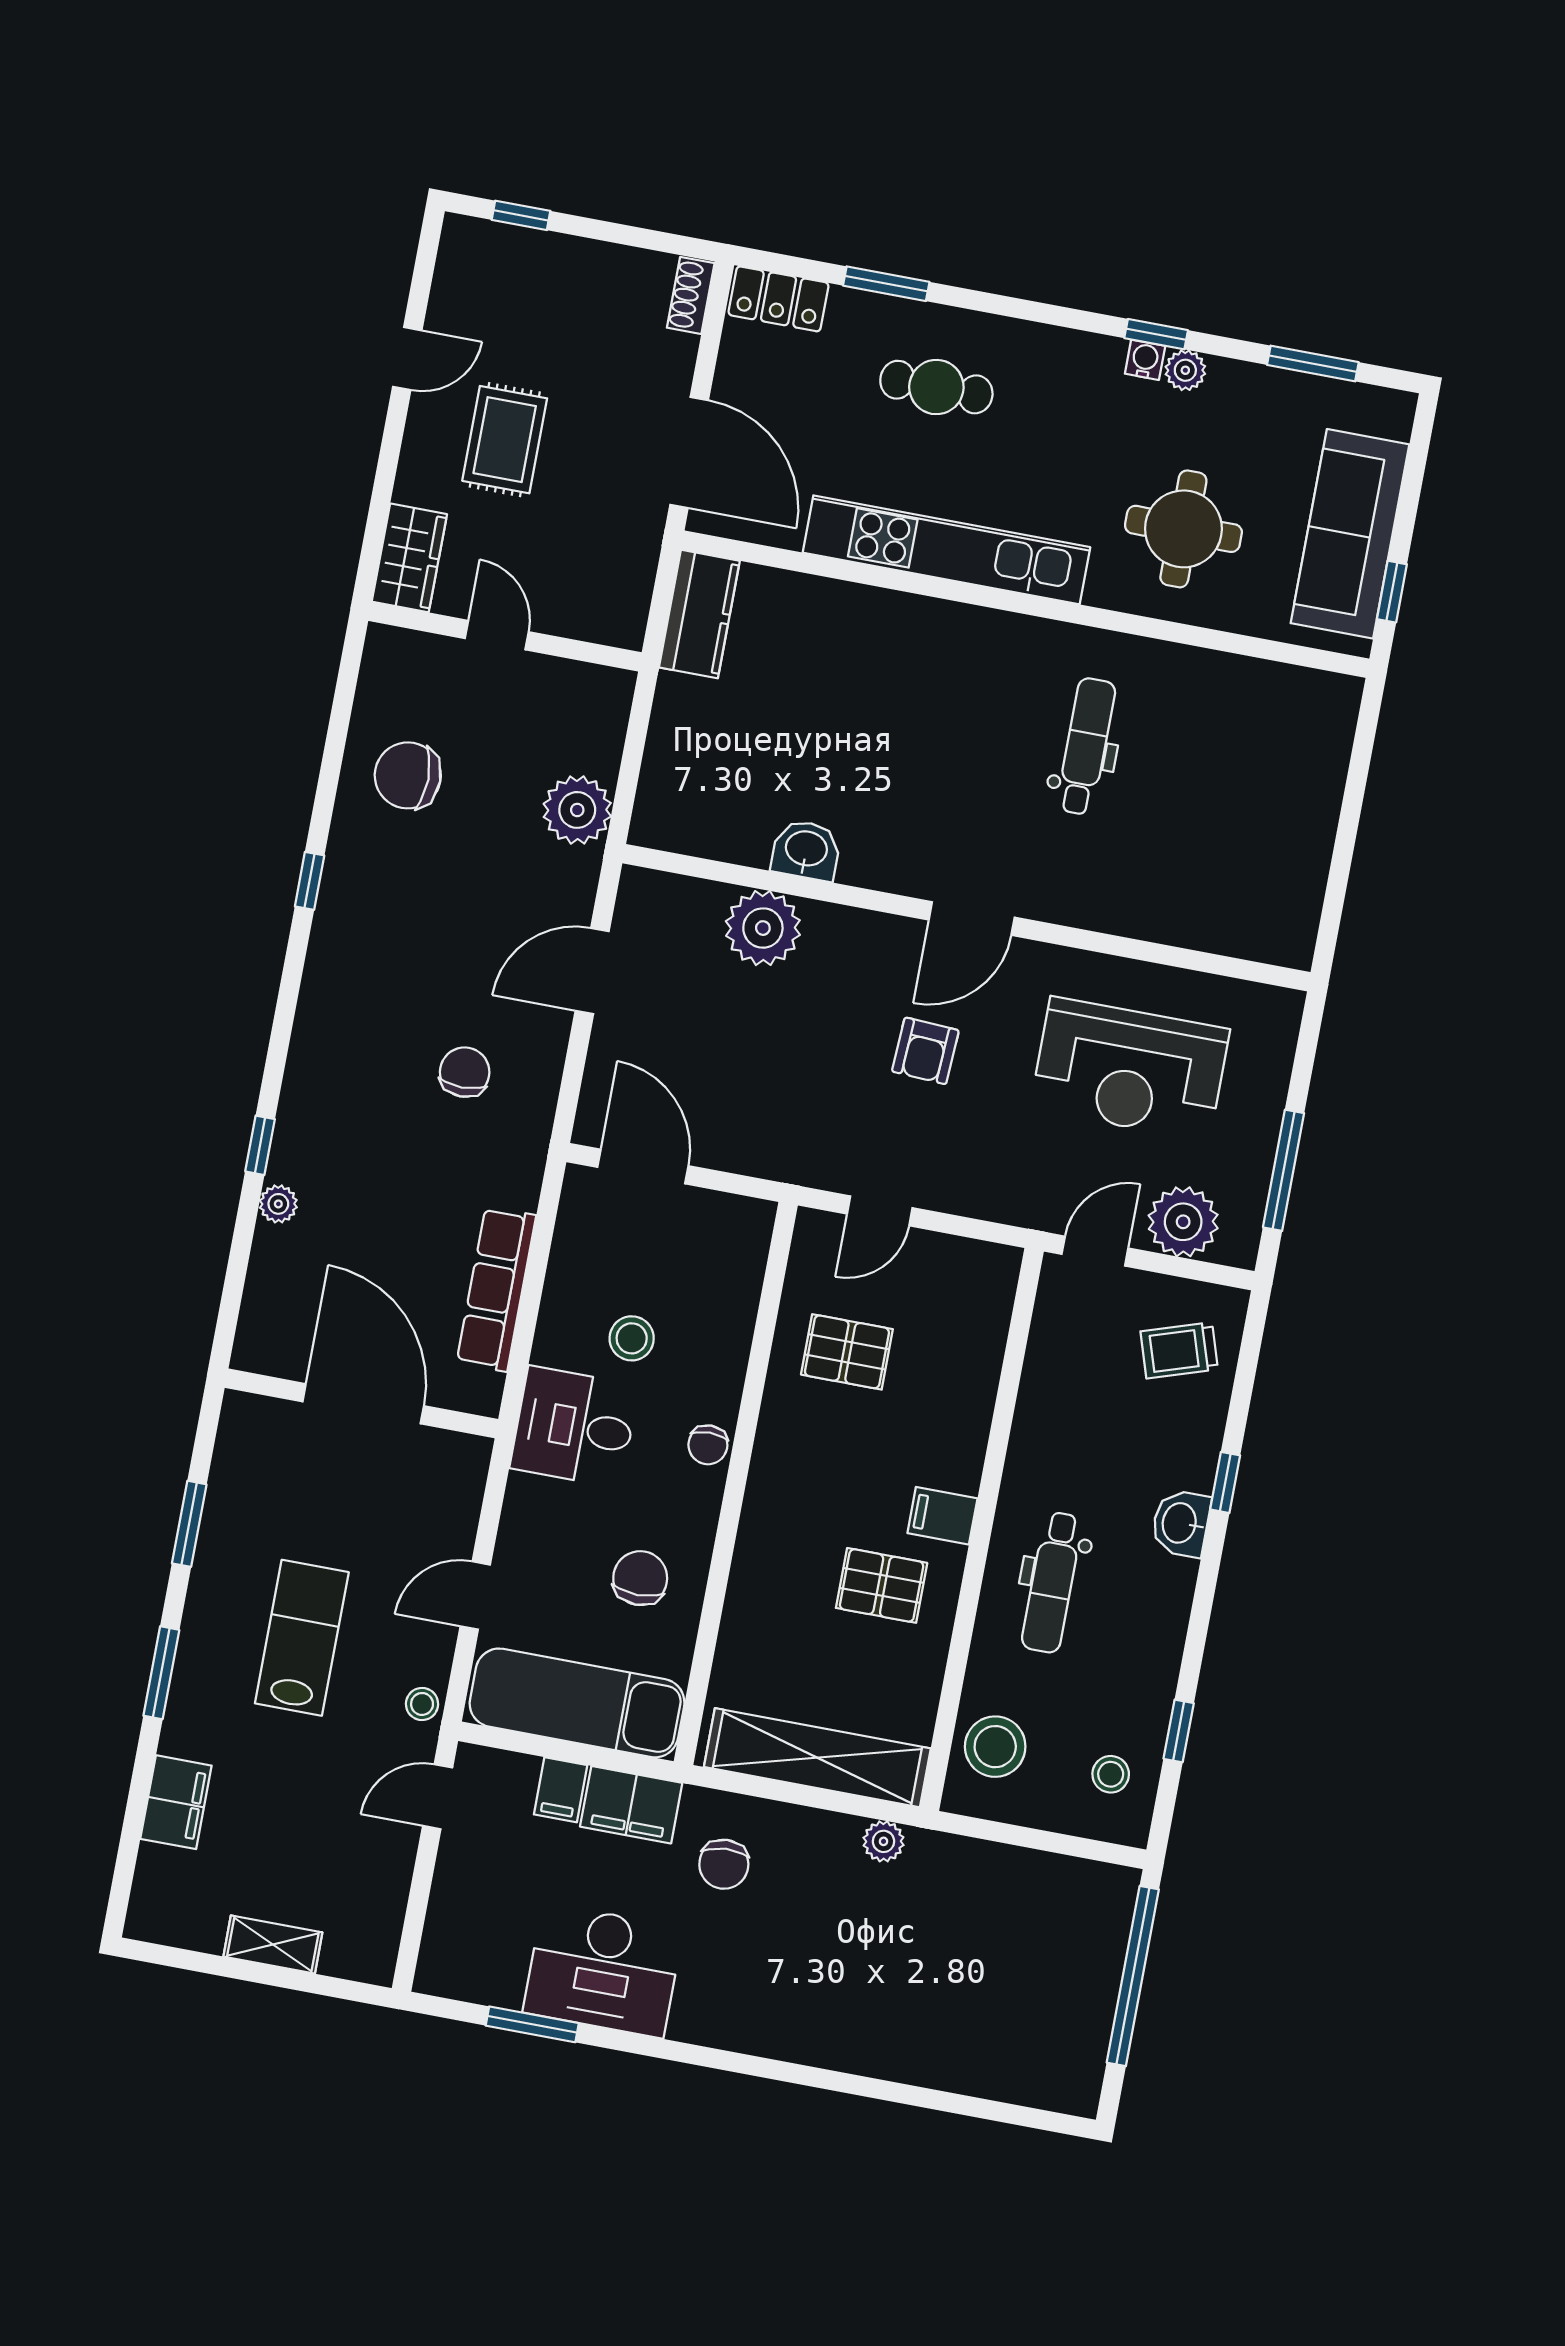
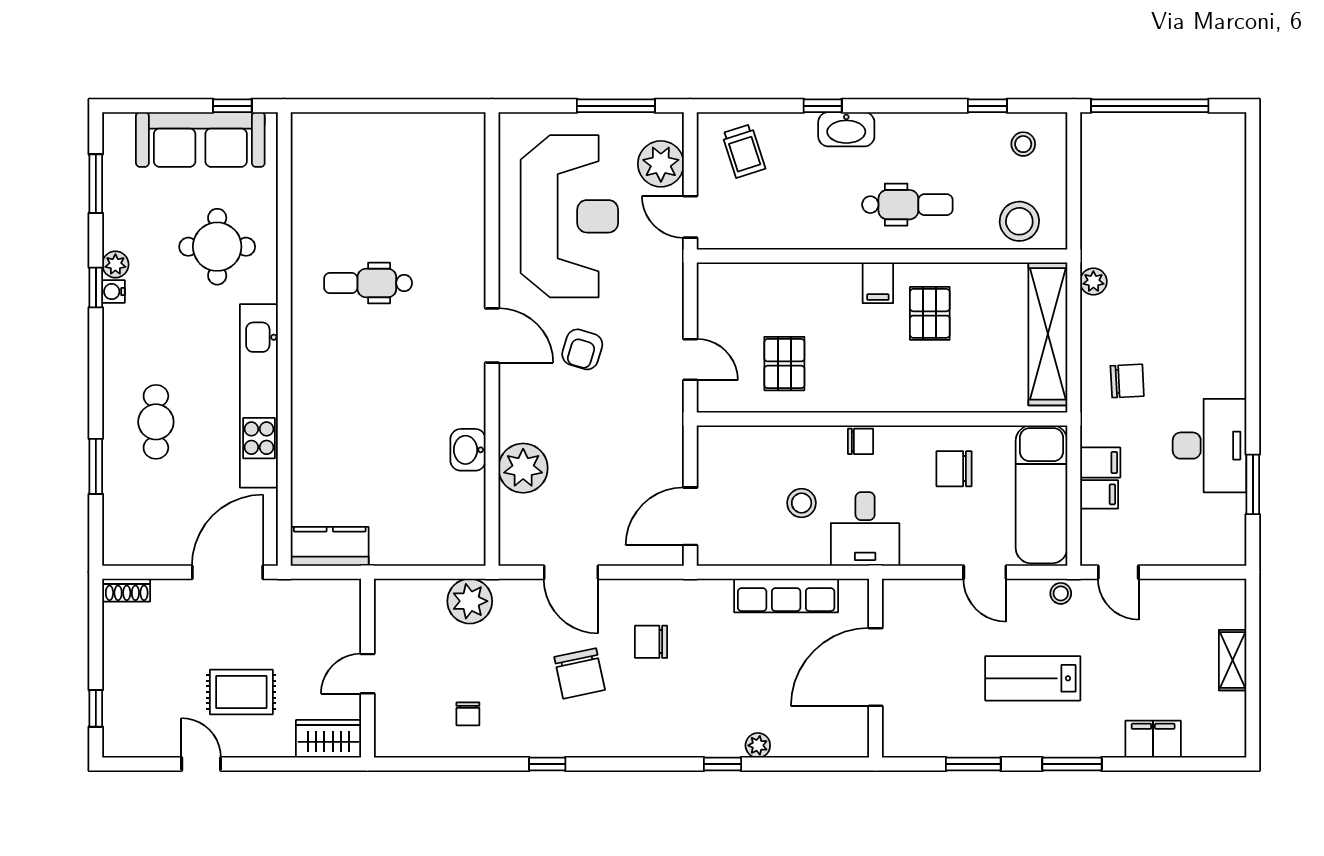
locker: (779, 299) -> (118, 534), removed
chair: (408, 775) -> (468, 714), width x0.54, depth x0.54
chair: (437, 955) -> (580, 673), added
armchair: (925, 1051) -> (582, 349), turned 104
reception desk: (1130, 1069) -> (569, 216), width x1.36, depth x1.30
washbasin: (1181, 1523) -> (846, 129), width x1.38
filing cabinet: (631, 1805) -> (1100, 462), width x0.50

